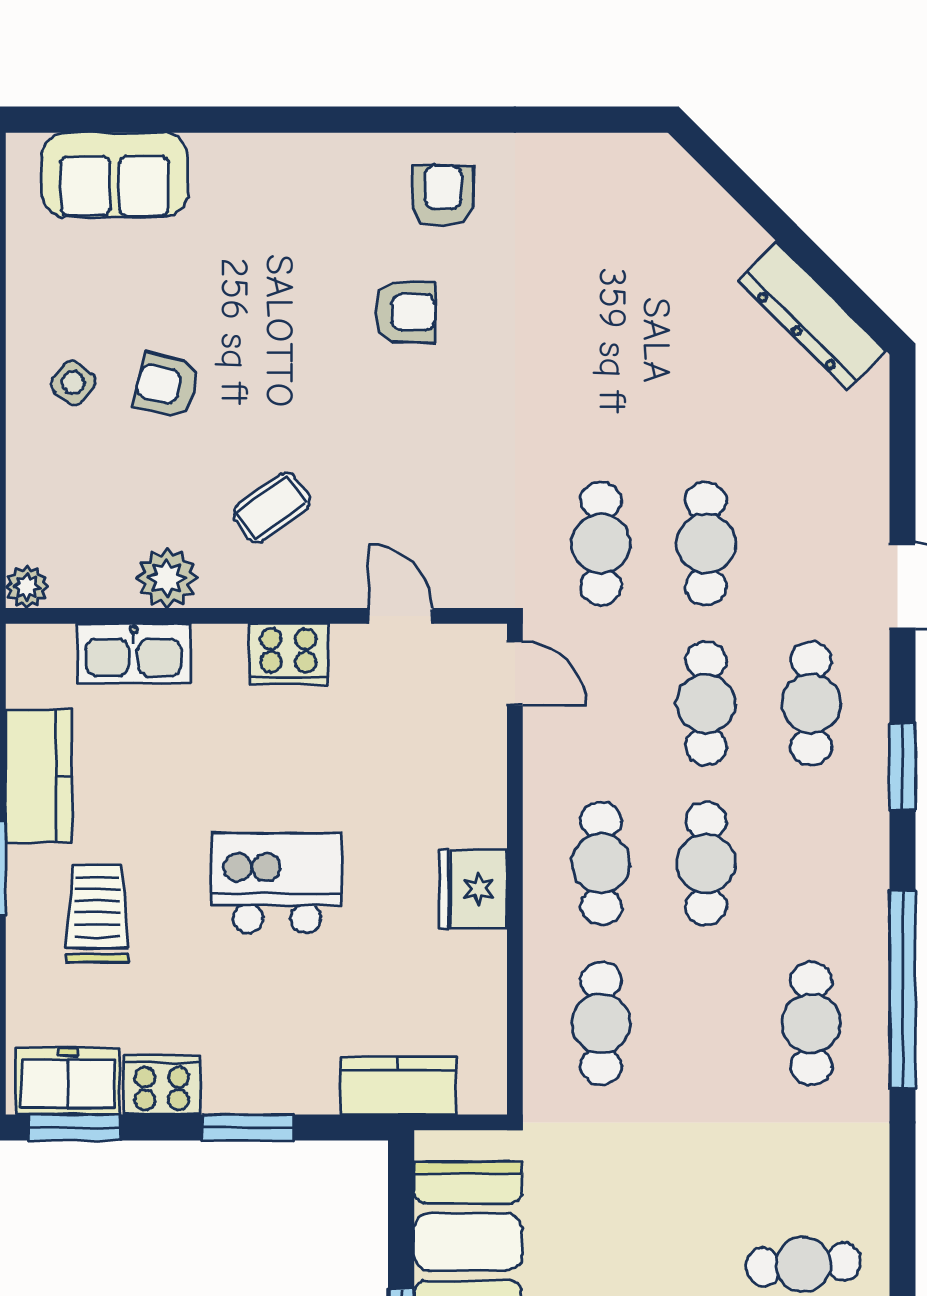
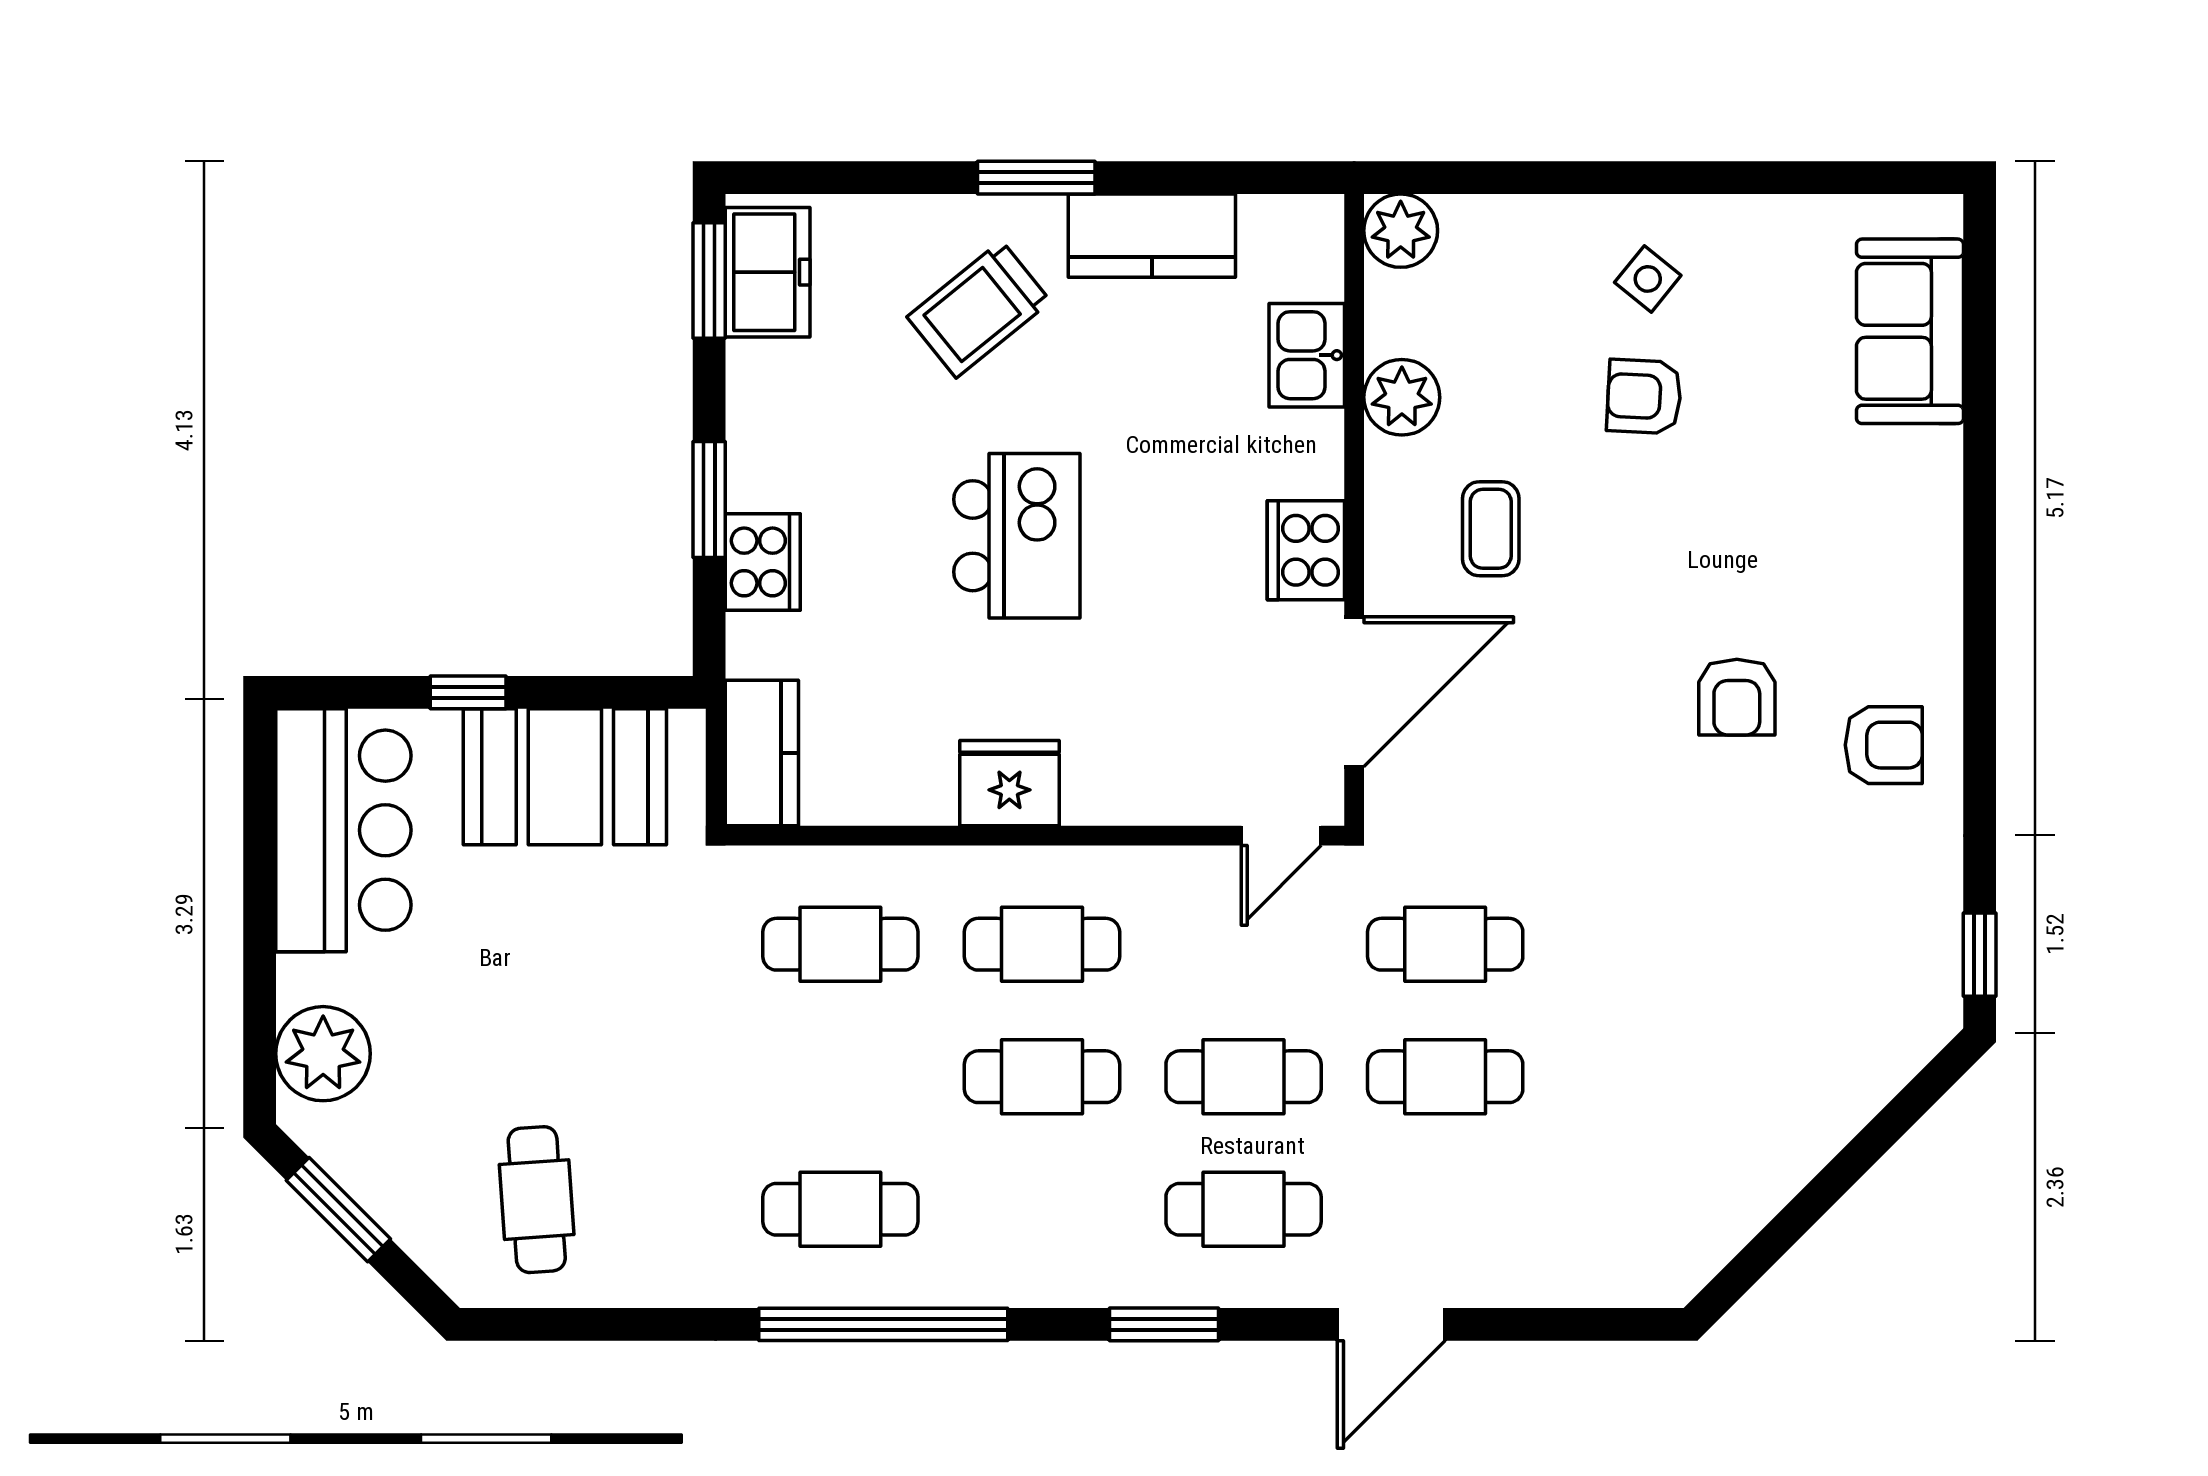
window: (609, 120) -> (1980, 955), added
dresser: (812, 316) -> (1732, 1210), removed
armchair: (167, 386) -> (1644, 397), turned -101
coffee table: (271, 507) -> (1491, 529), turned 36
plant: (27, 587) -> (1401, 231), width x1.38, depth x1.38
door: (401, 616) -> (1354, 692), width x1.87
kitchen sink: (134, 653) -> (1307, 355), width x0.73
trolley: (97, 914) -> (979, 309), turned 141
cooker: (162, 1085) -> (763, 562), moved
kitchen counter: (398, 1086) -> (762, 753), moved

